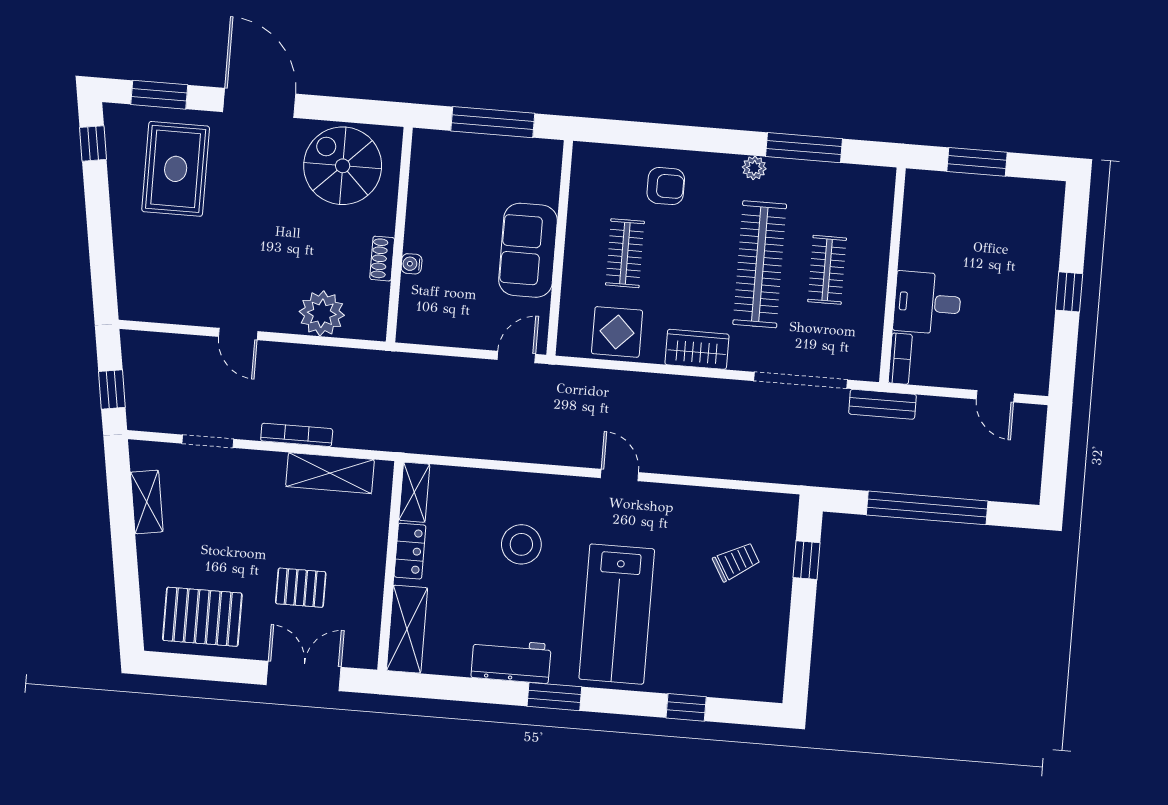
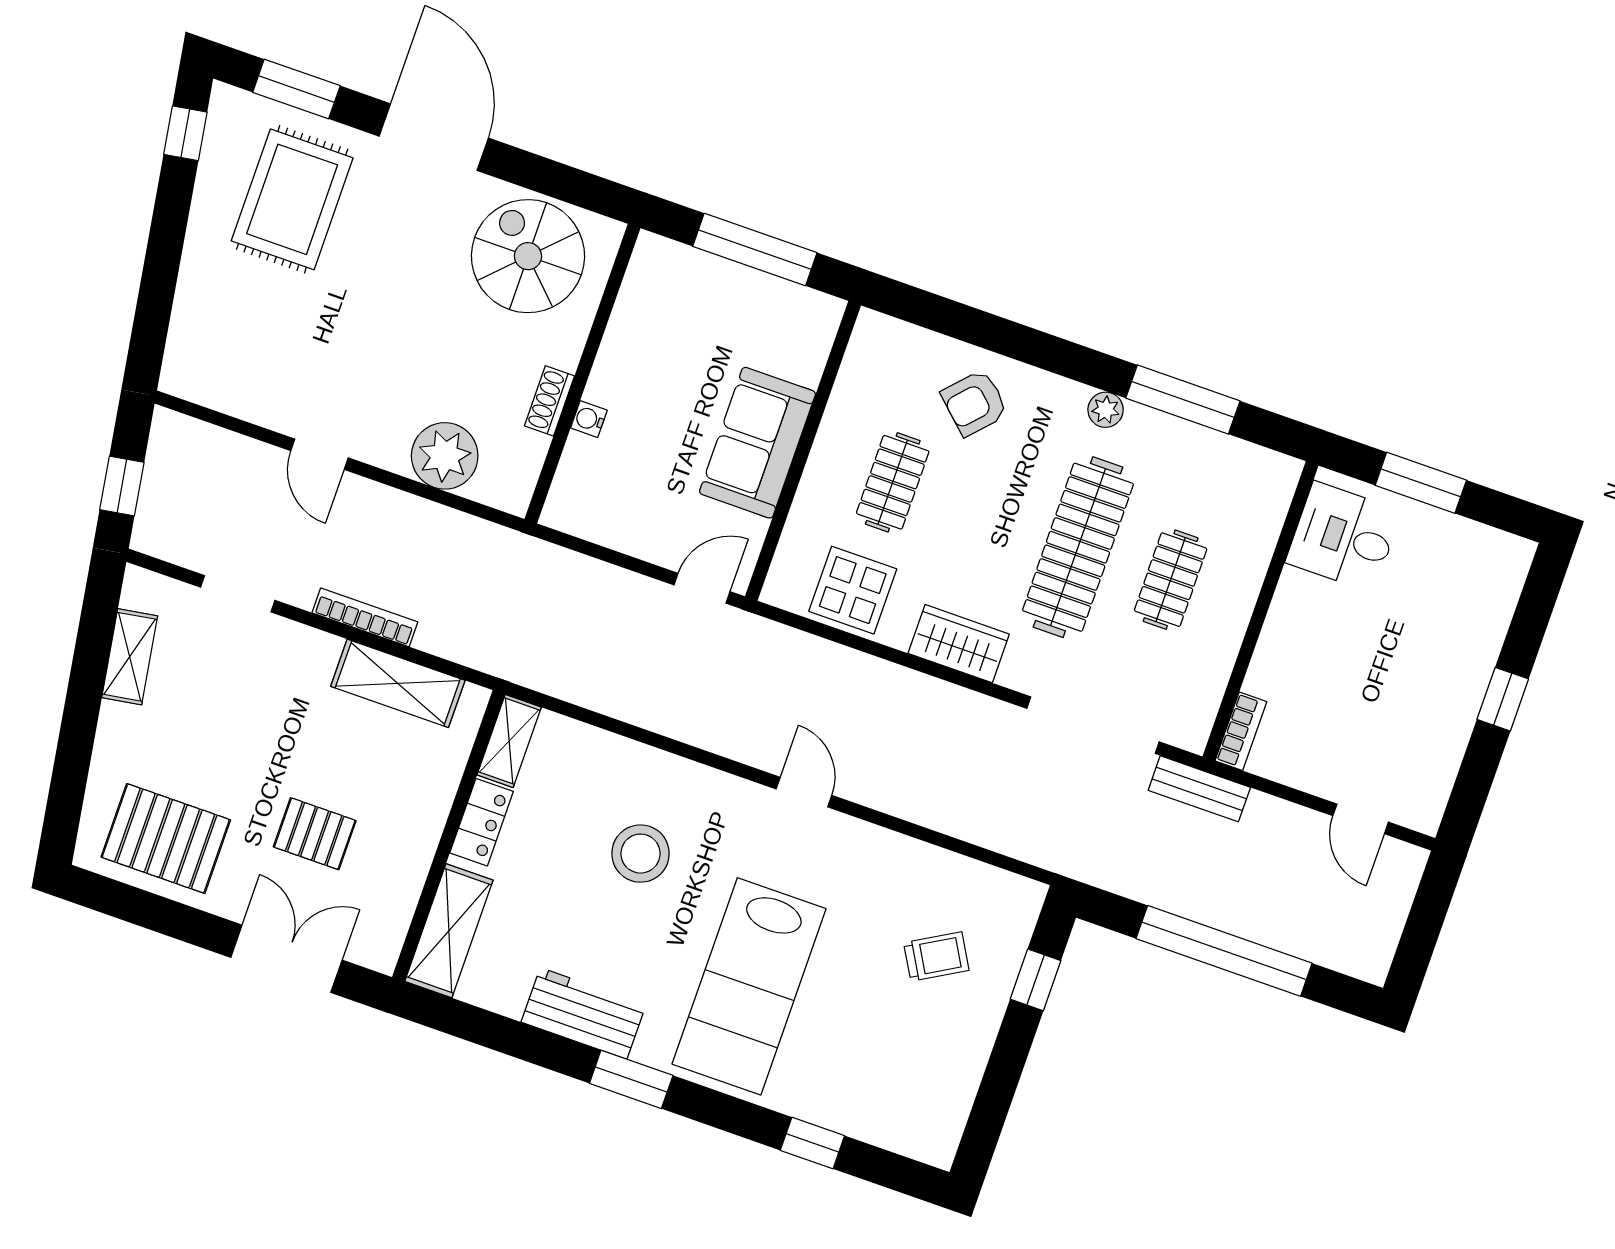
armchair: (666, 186) -> (975, 403), turned 133
desk: (927, 303) -> (1344, 537), moved

